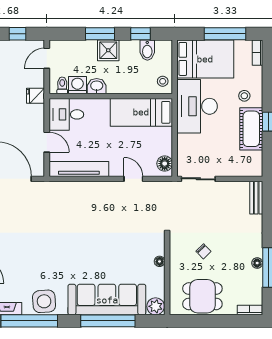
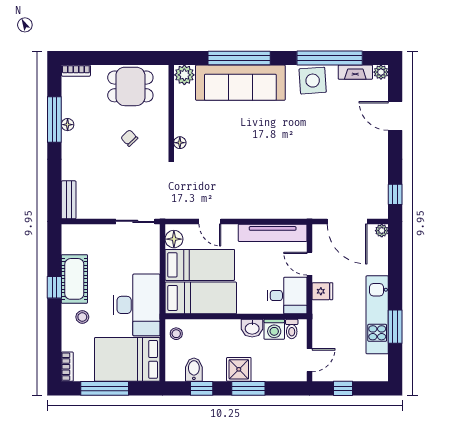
fridge: (36, 96) -> (322, 291), moved
bed: (142, 141) -> (200, 265), added
floor lamp: (160, 261) -> (180, 143), moved

